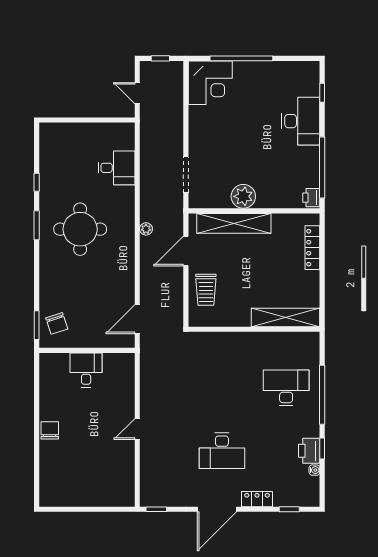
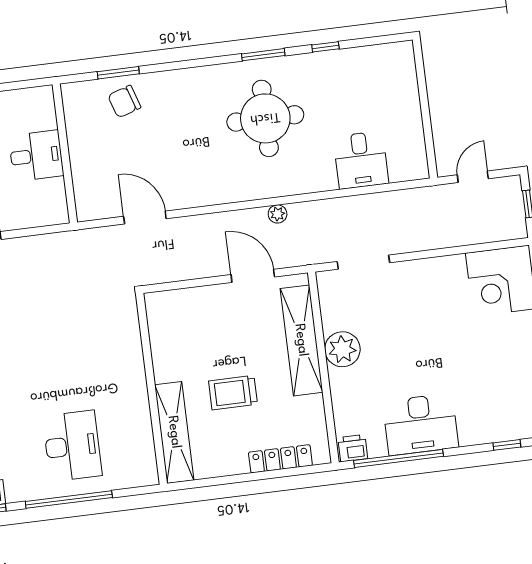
desk: (301, 121) -> (421, 424), moved
trolley: (206, 290) -> (233, 393), moved
wall: (87, 350) -> (65, 153), moved
desk: (86, 370) -> (36, 156), moved

